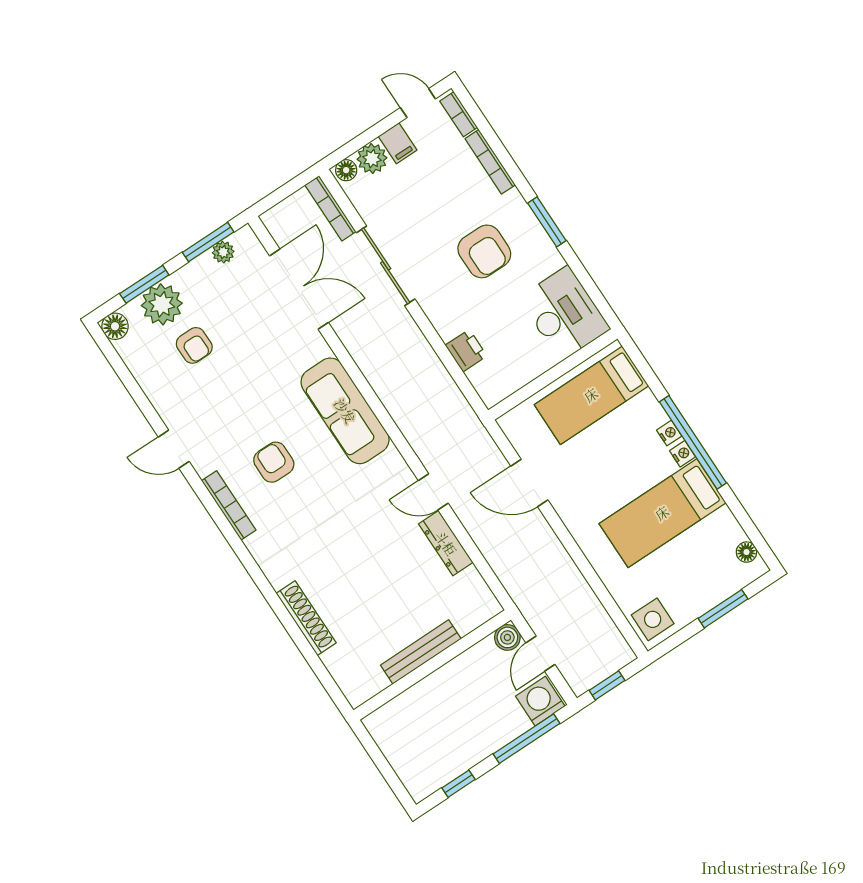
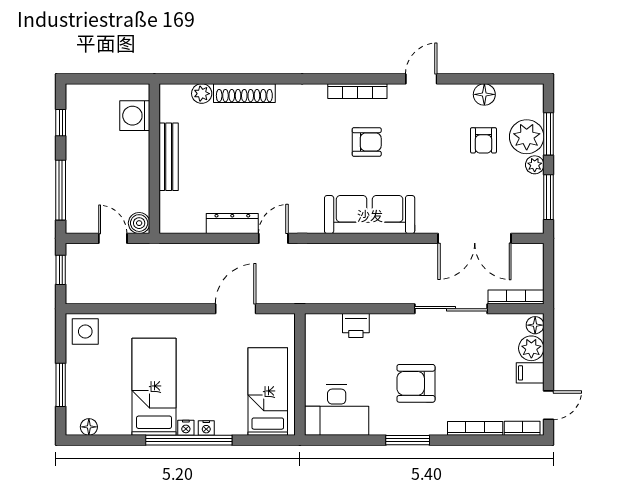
plant: (223, 252) -> (535, 165), moved
floor lamp: (115, 326) -> (484, 94), moved
armchair: (194, 345) -> (483, 140), turned -90
plant: (335, 661) -> (202, 94), added
washing machine: (540, 701) -> (135, 116), moved, turned 180

